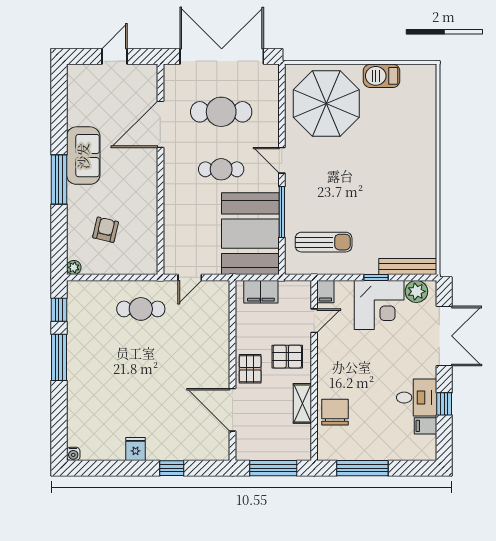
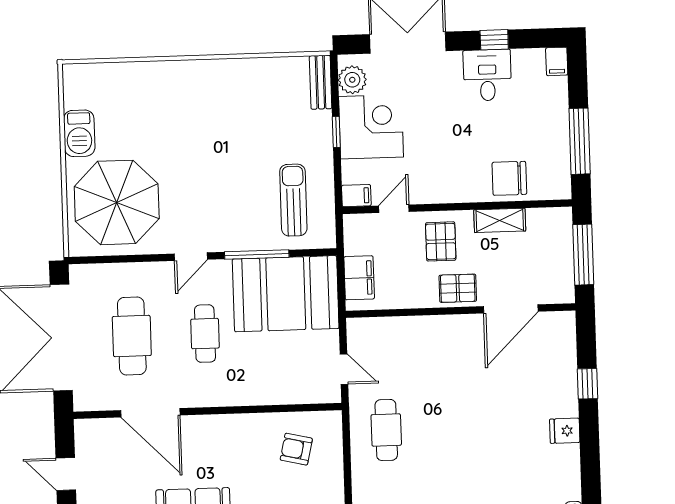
armchair: (106, 230) -> (296, 449), moved
bench: (408, 267) -> (321, 82), width x0.73
door: (314, 321) -> (394, 209), hinge flipped
filing cabinet: (425, 426) -> (557, 61), moved

